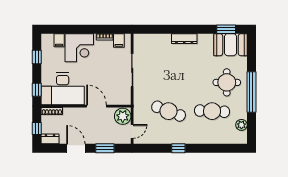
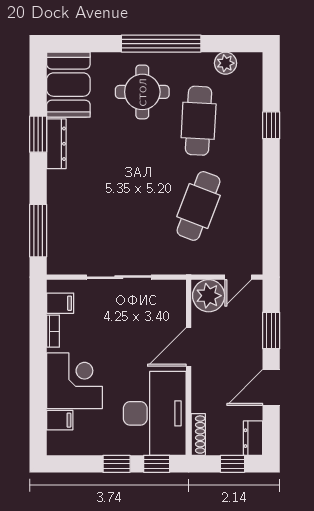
window: (156, 29) -> (38, 231), added
window: (226, 29) -> (38, 134), moved
dresser: (184, 39) -> (56, 144), moved
window: (37, 57) -> (117, 464), moved
door: (132, 131) -> (238, 277), swing flipped
window: (178, 148) -> (271, 125), moved

